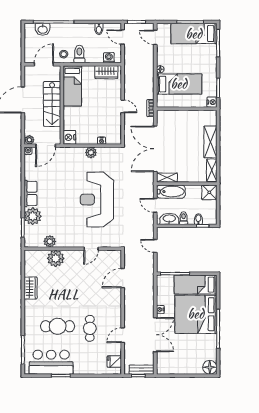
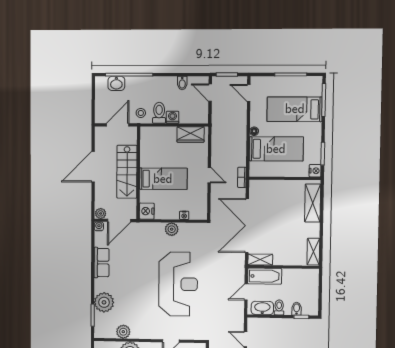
bed: (194, 34) -> (295, 109), moved
washing machine: (109, 58) -> (173, 117), moved
bed: (72, 86) -> (163, 179), moved, turned -90
shelving: (210, 142) -> (313, 203), moved
shower: (209, 192) -> (310, 278), removed
row of seats: (31, 193) -> (102, 263), moved
reception desk: (97, 200) -> (178, 284), turned 180
door: (155, 205) -> (246, 292), hinge flipped

